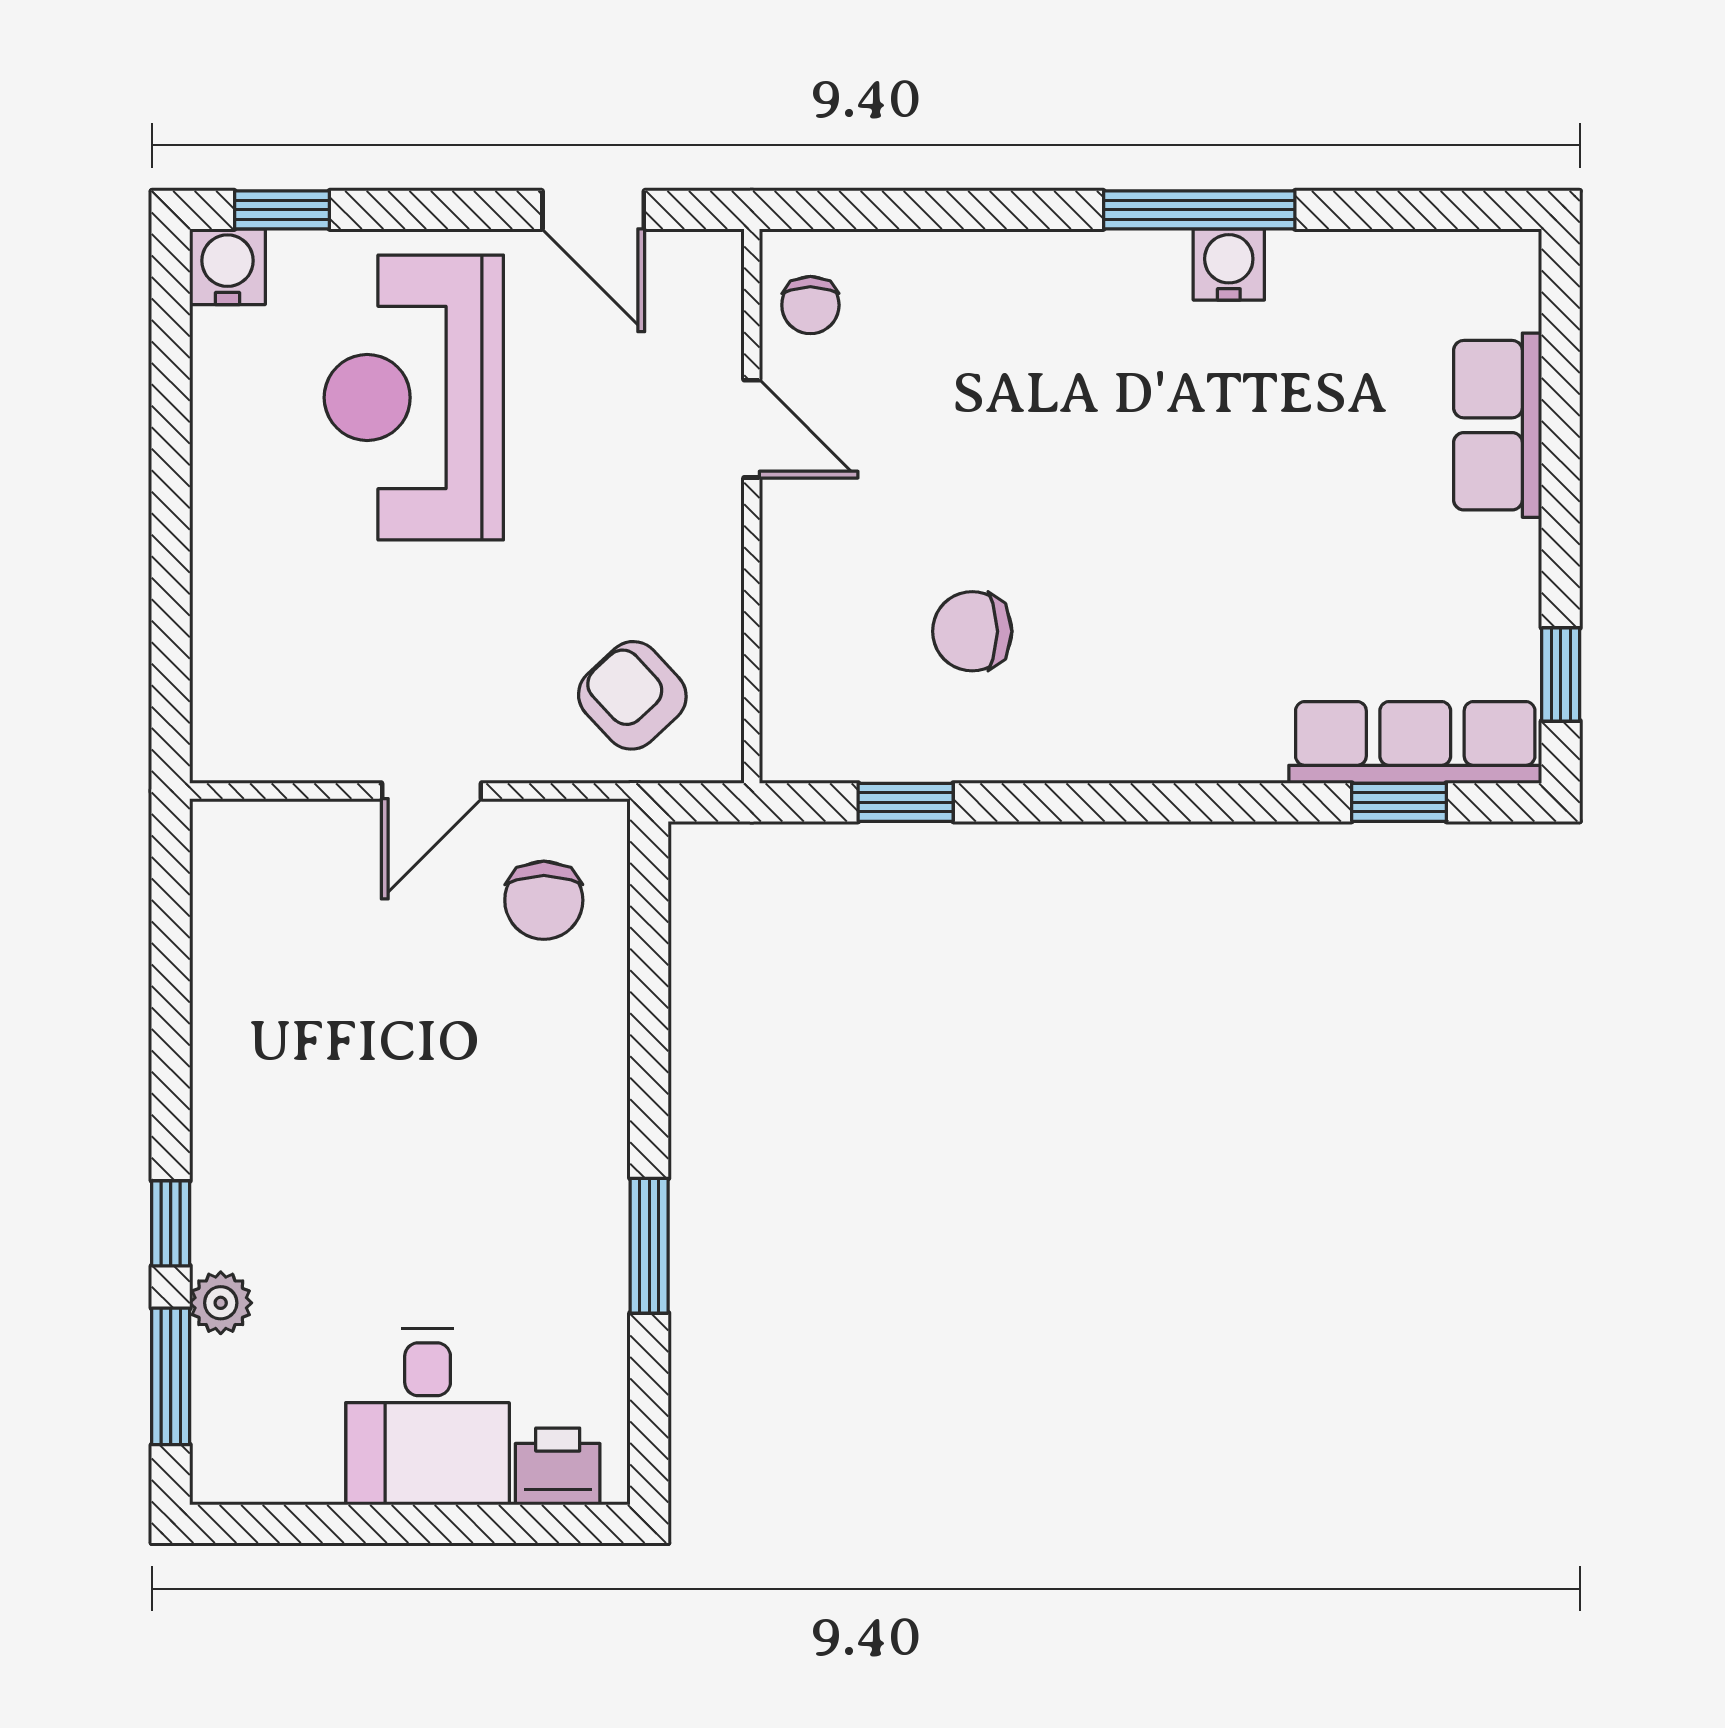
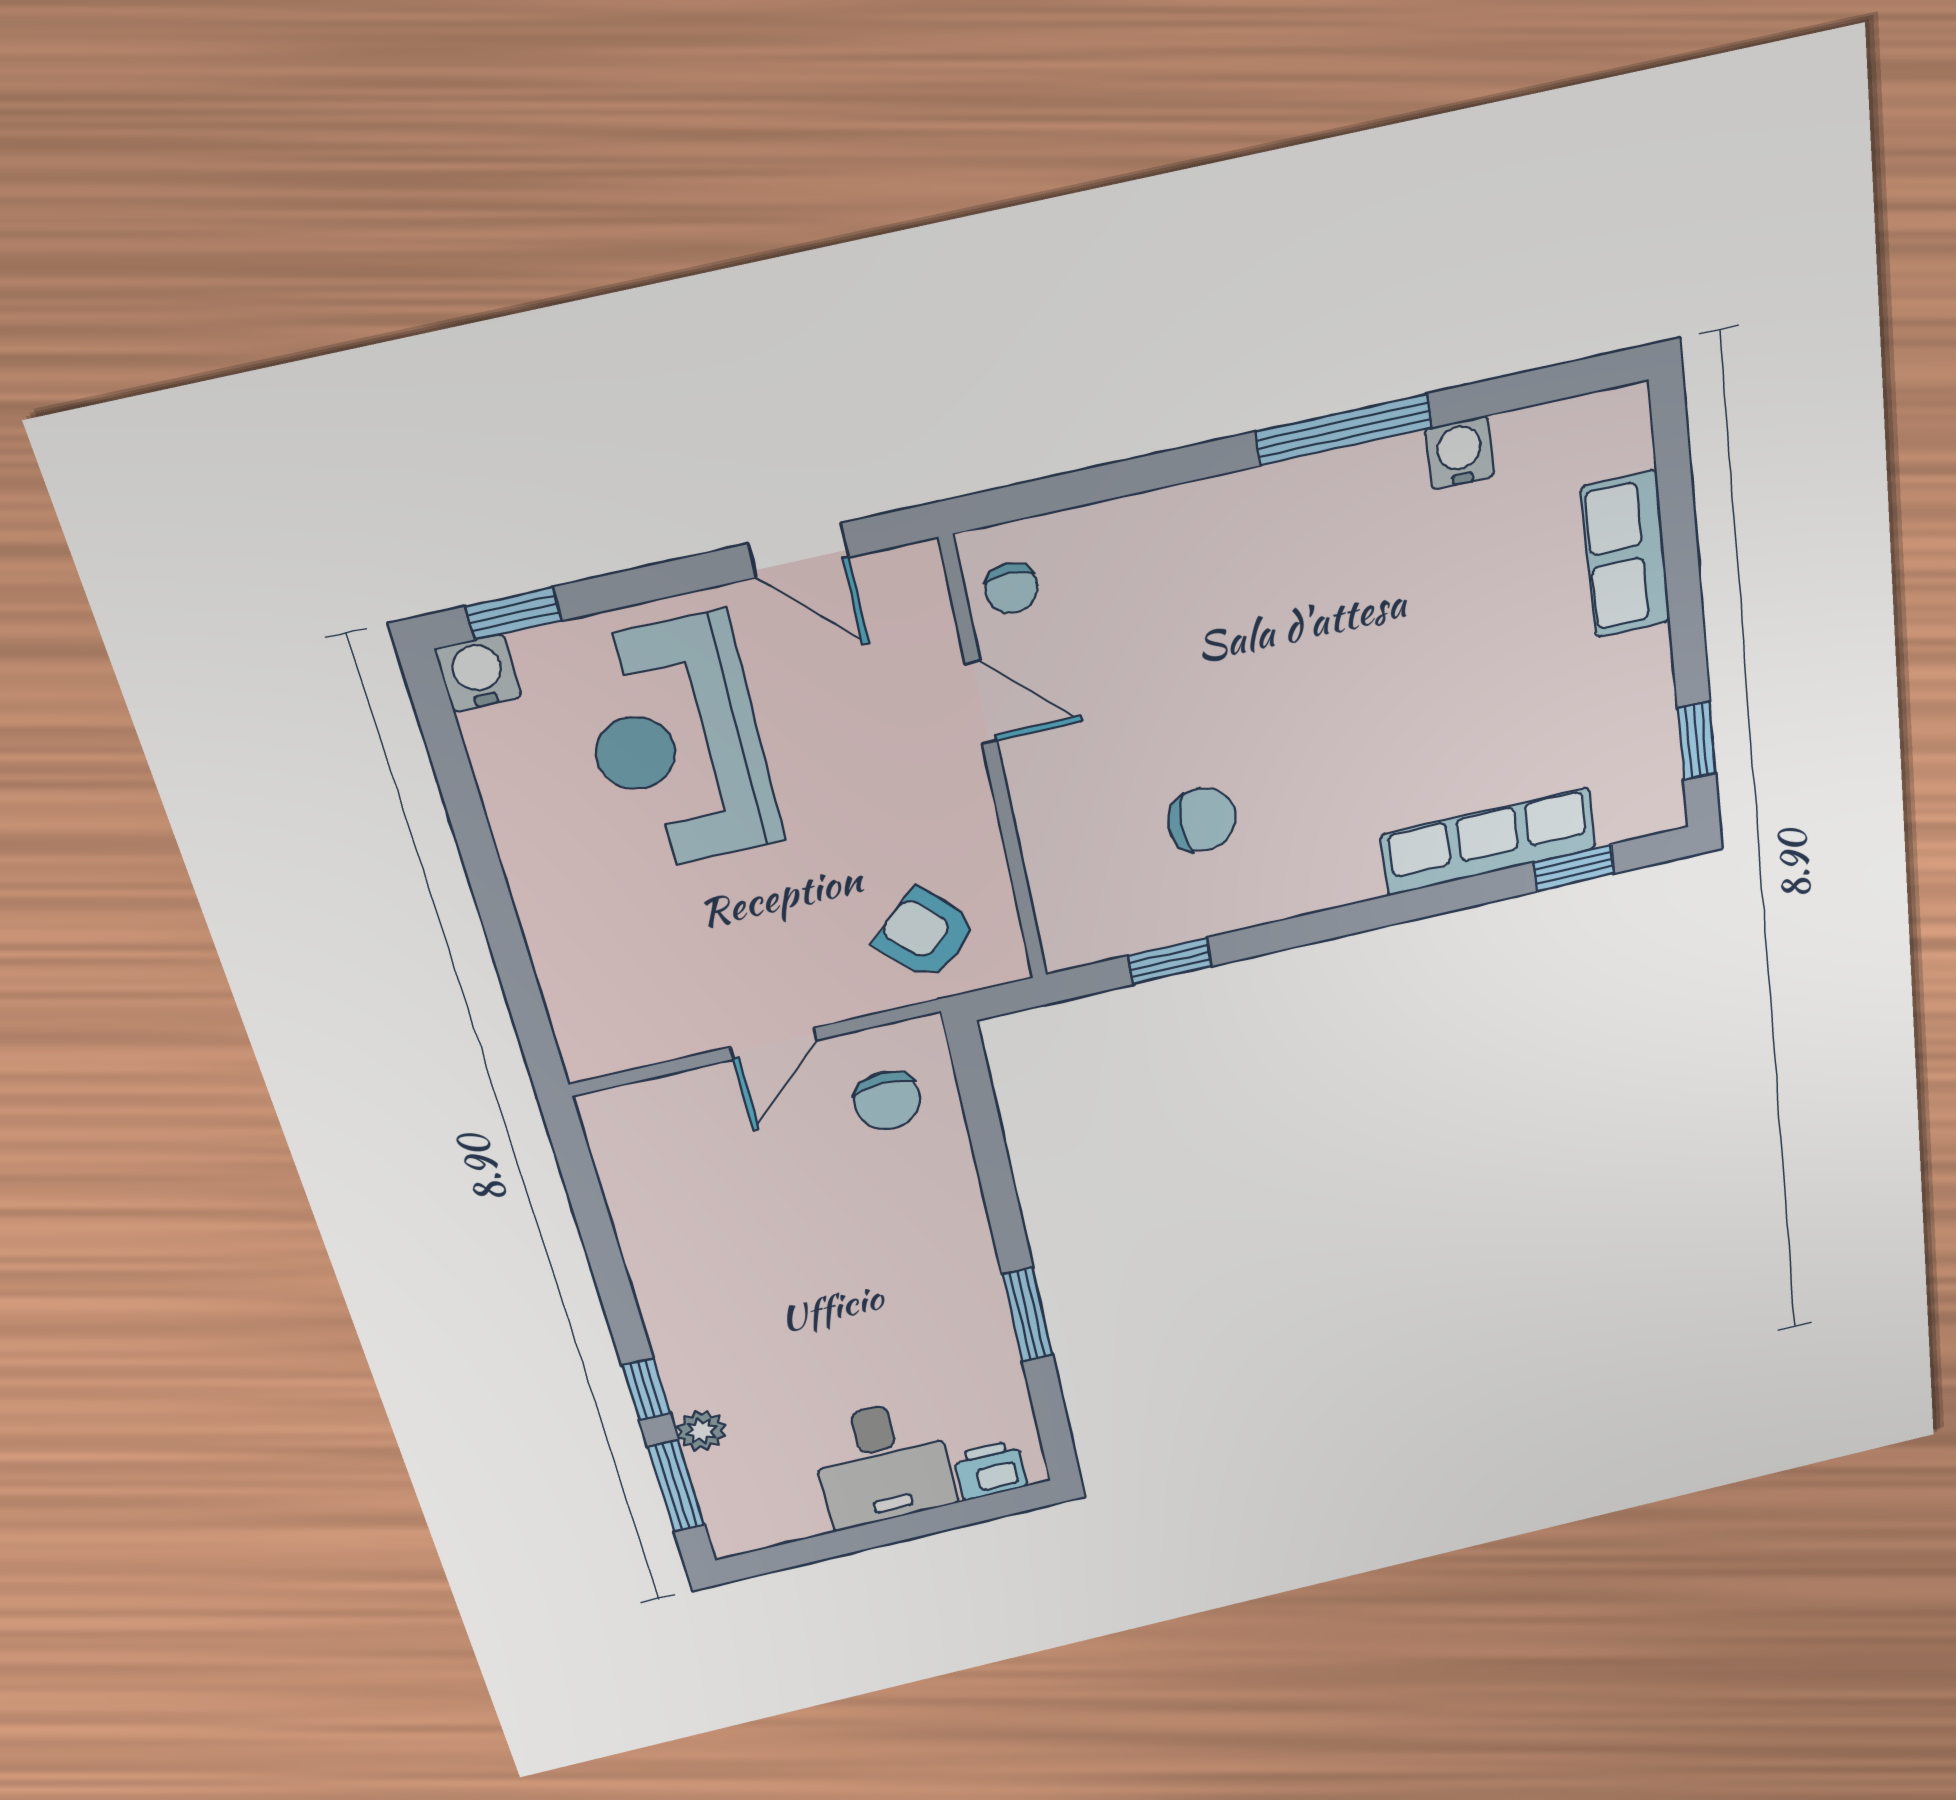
water cooler: (1229, 264) -> (1460, 453), moved
chair: (972, 631) -> (1202, 820), turned 180
row of seats: (1415, 742) -> (1488, 842), moved

